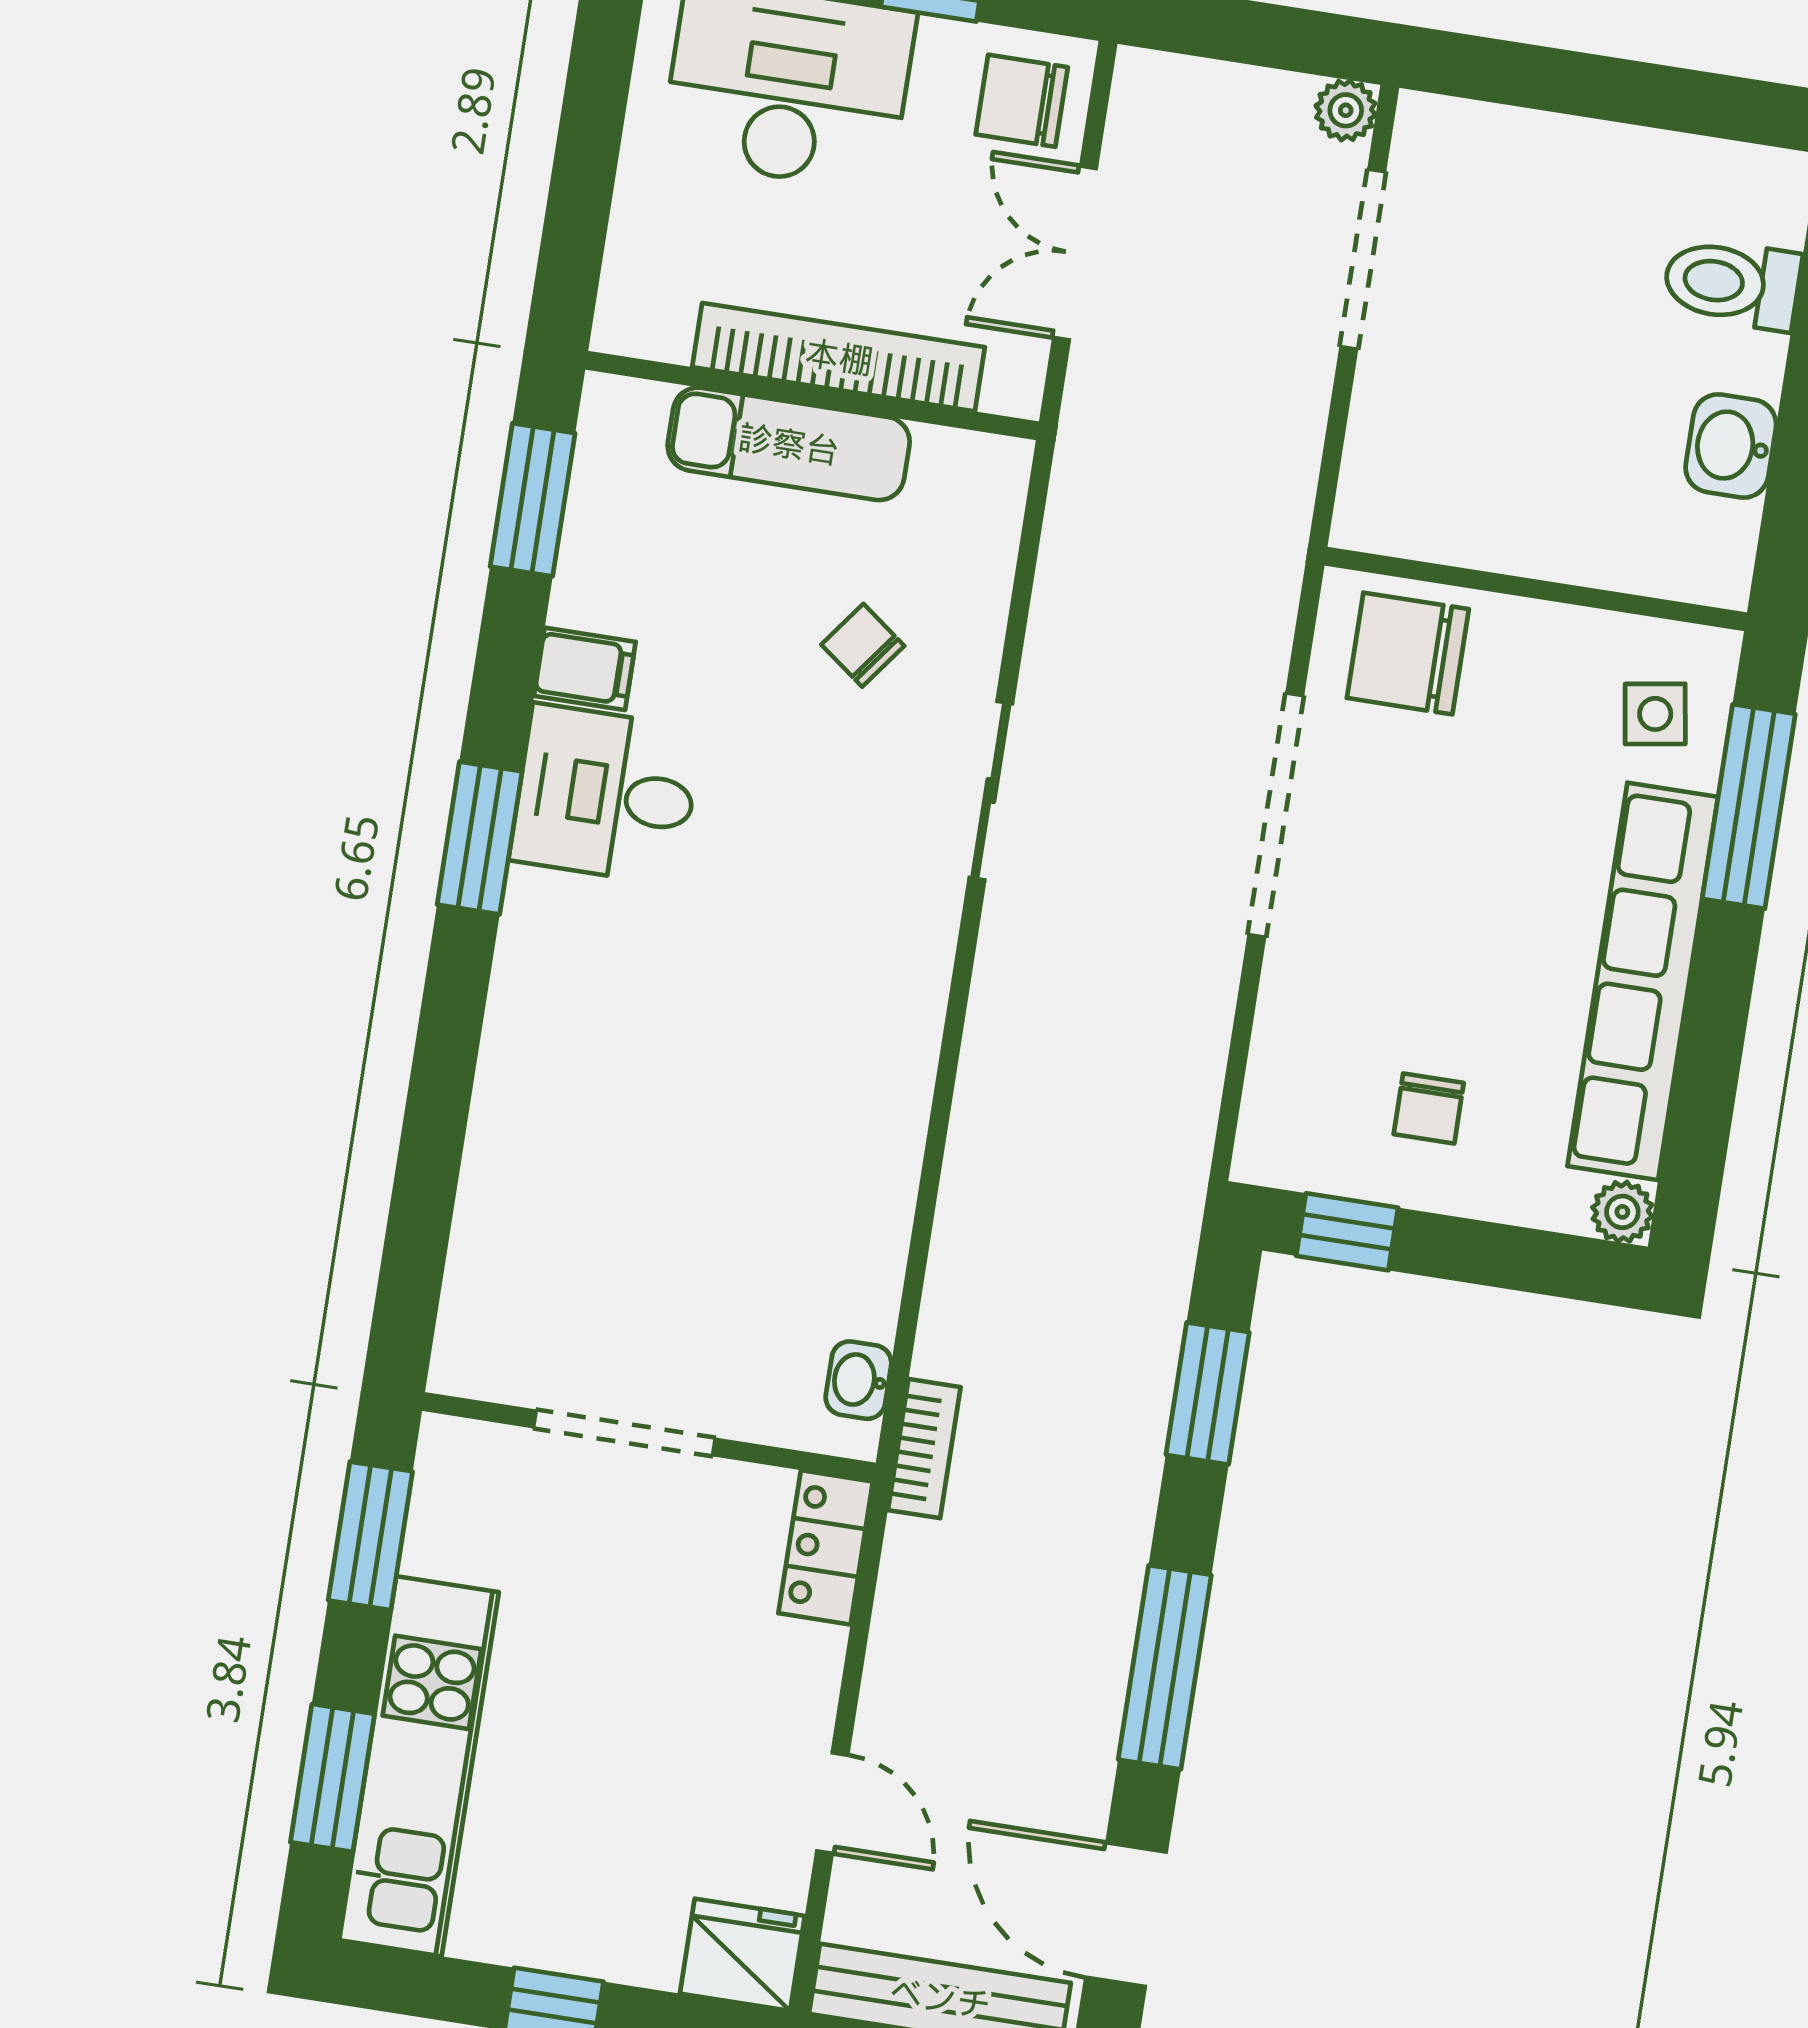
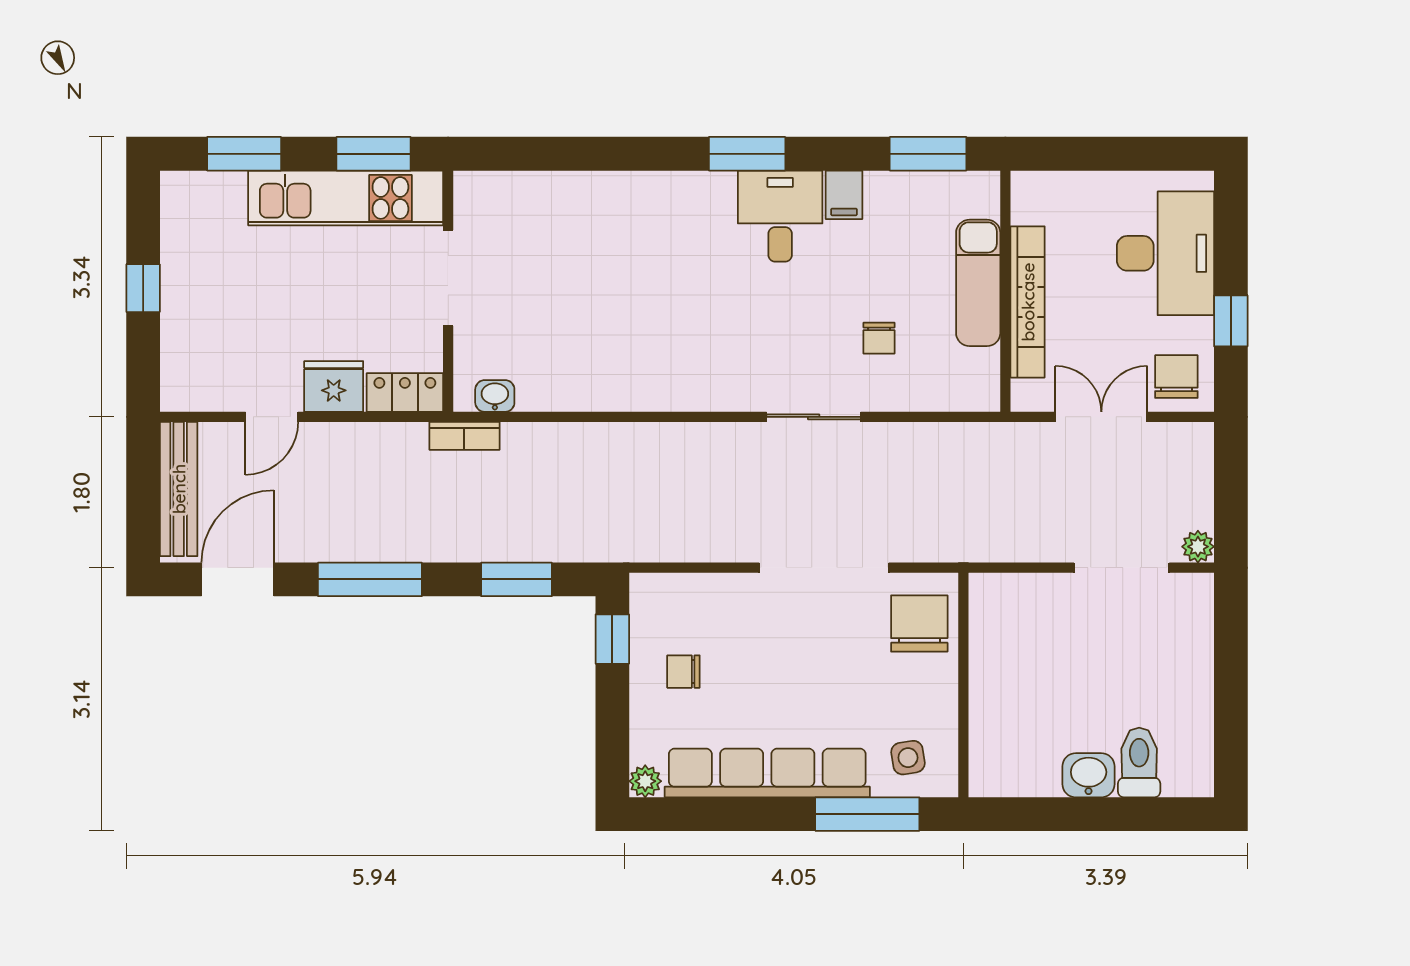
washbasin: (1731, 446) -> (1089, 775), moved
chair: (863, 645) -> (879, 338), turned 143
kitchen unit: (419, 1766) -> (346, 198), moved
fridge: (742, 1955) -> (334, 386), moved, turned -90

